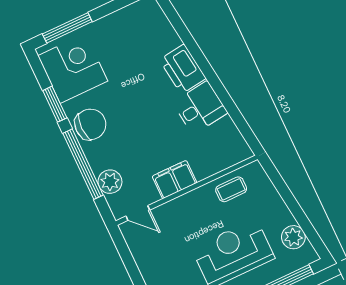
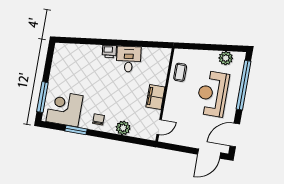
printer: (183, 69) -> (109, 52), width x0.53, depth x0.68
chair: (90, 124) -> (98, 119), width x0.54, depth x0.54
window: (83, 164) -> (116, 137), removed
plant: (110, 182) -> (123, 128), moved

